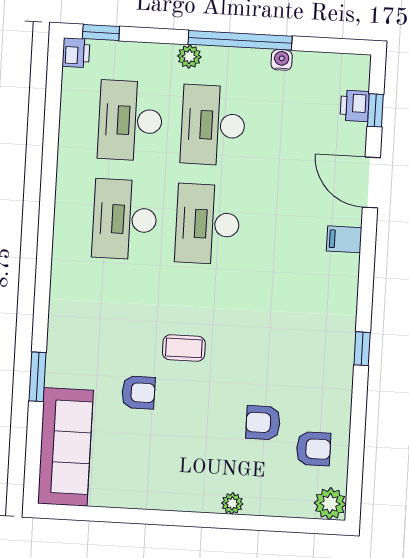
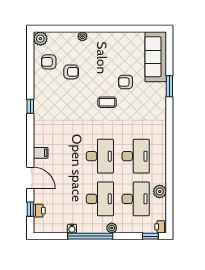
plant: (74, 135) -> (160, 191), added

